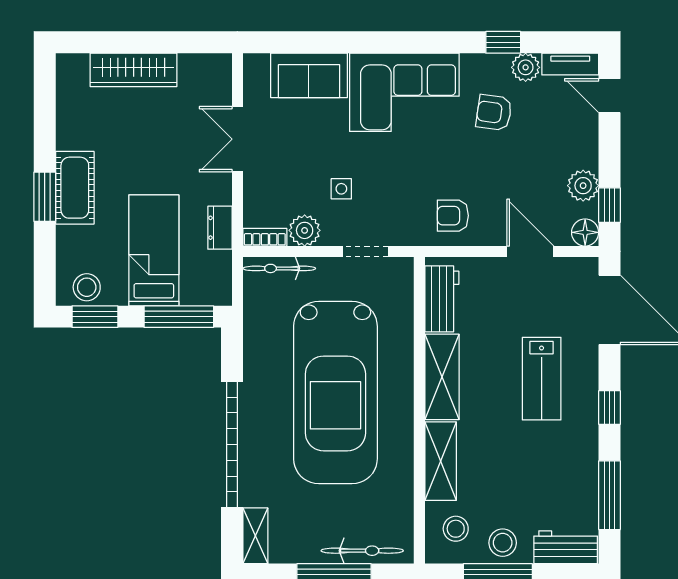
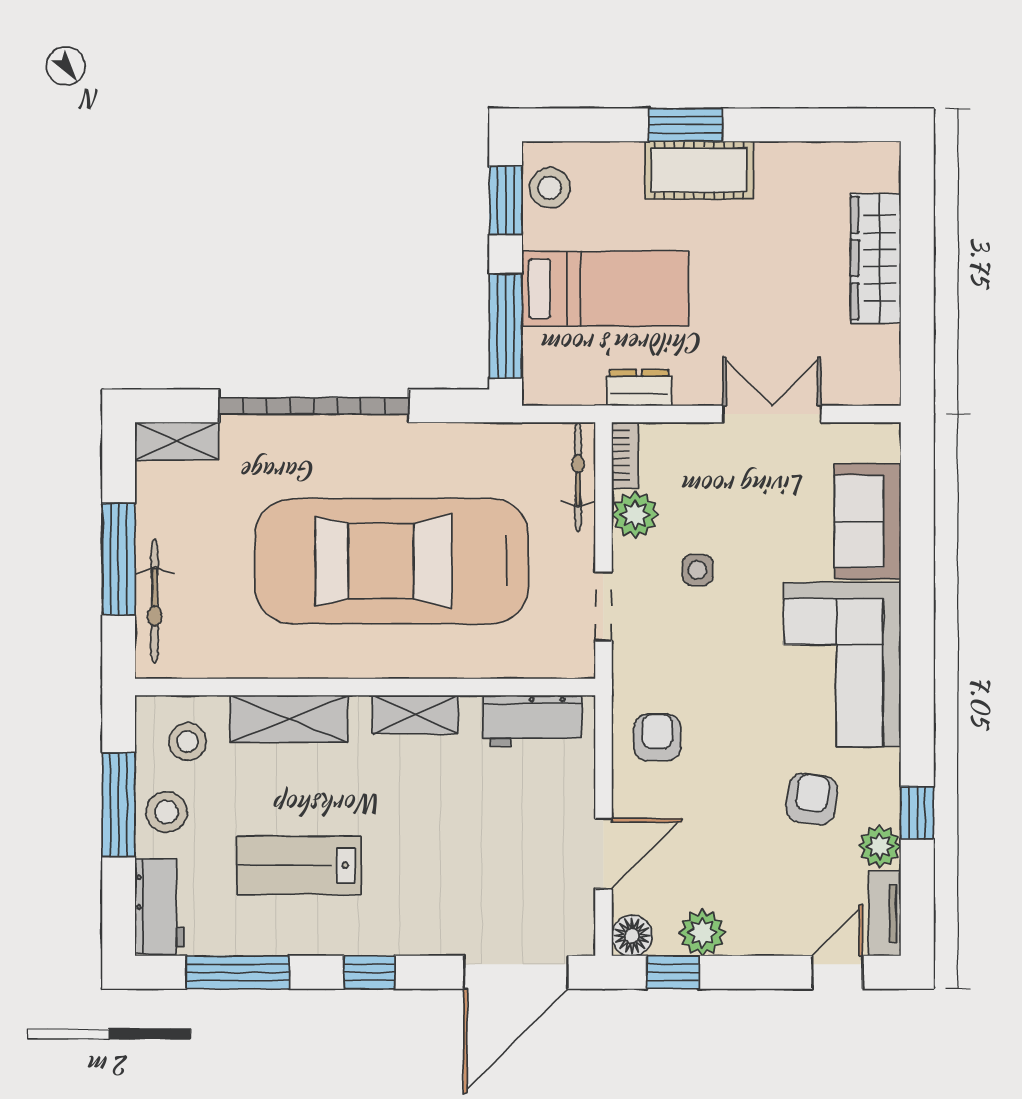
shelving: (442, 377) -> (415, 714), width x0.67, depth x0.75
lab bench: (542, 379) -> (299, 865), moved

